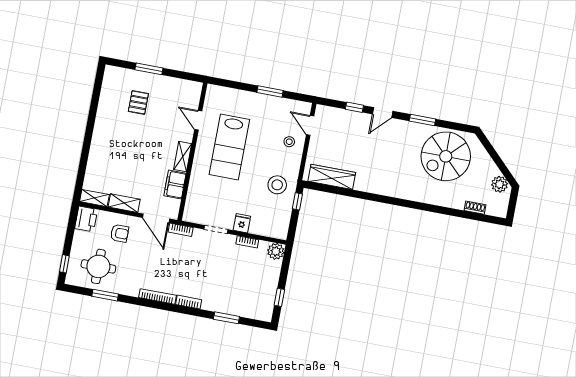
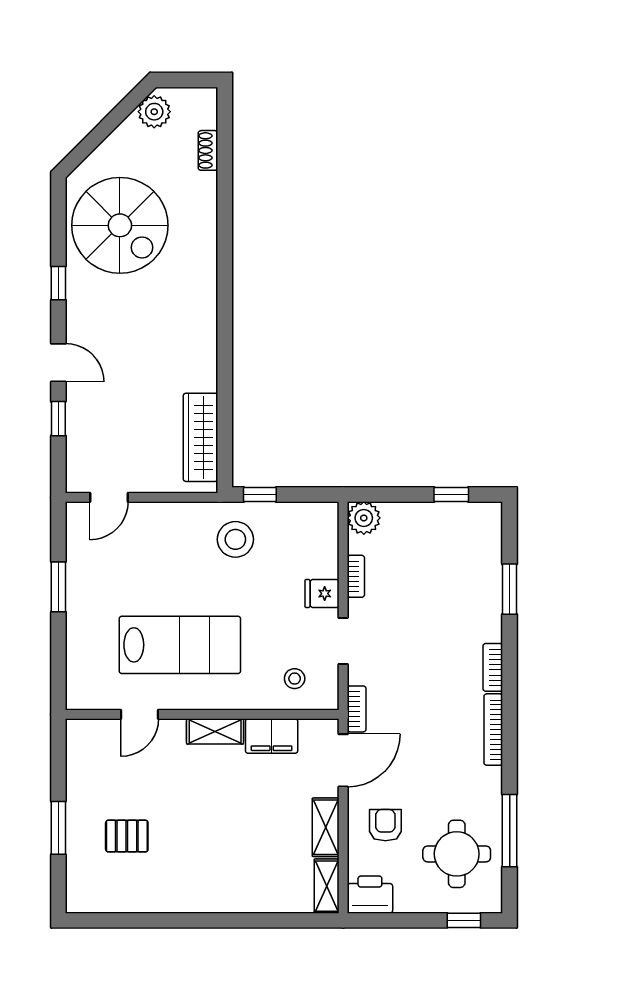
window: (422, 120) -> (58, 283), width x0.67
stool: (289, 142) -> (295, 679), moved
window: (105, 295) -> (510, 831), width x1.44

